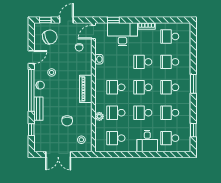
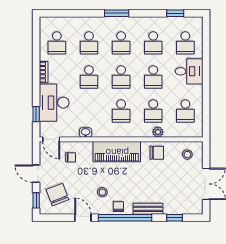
piano: (86, 89) -> (117, 152), width x1.37, depth x1.33
chair: (67, 121) -> (157, 153), moved

